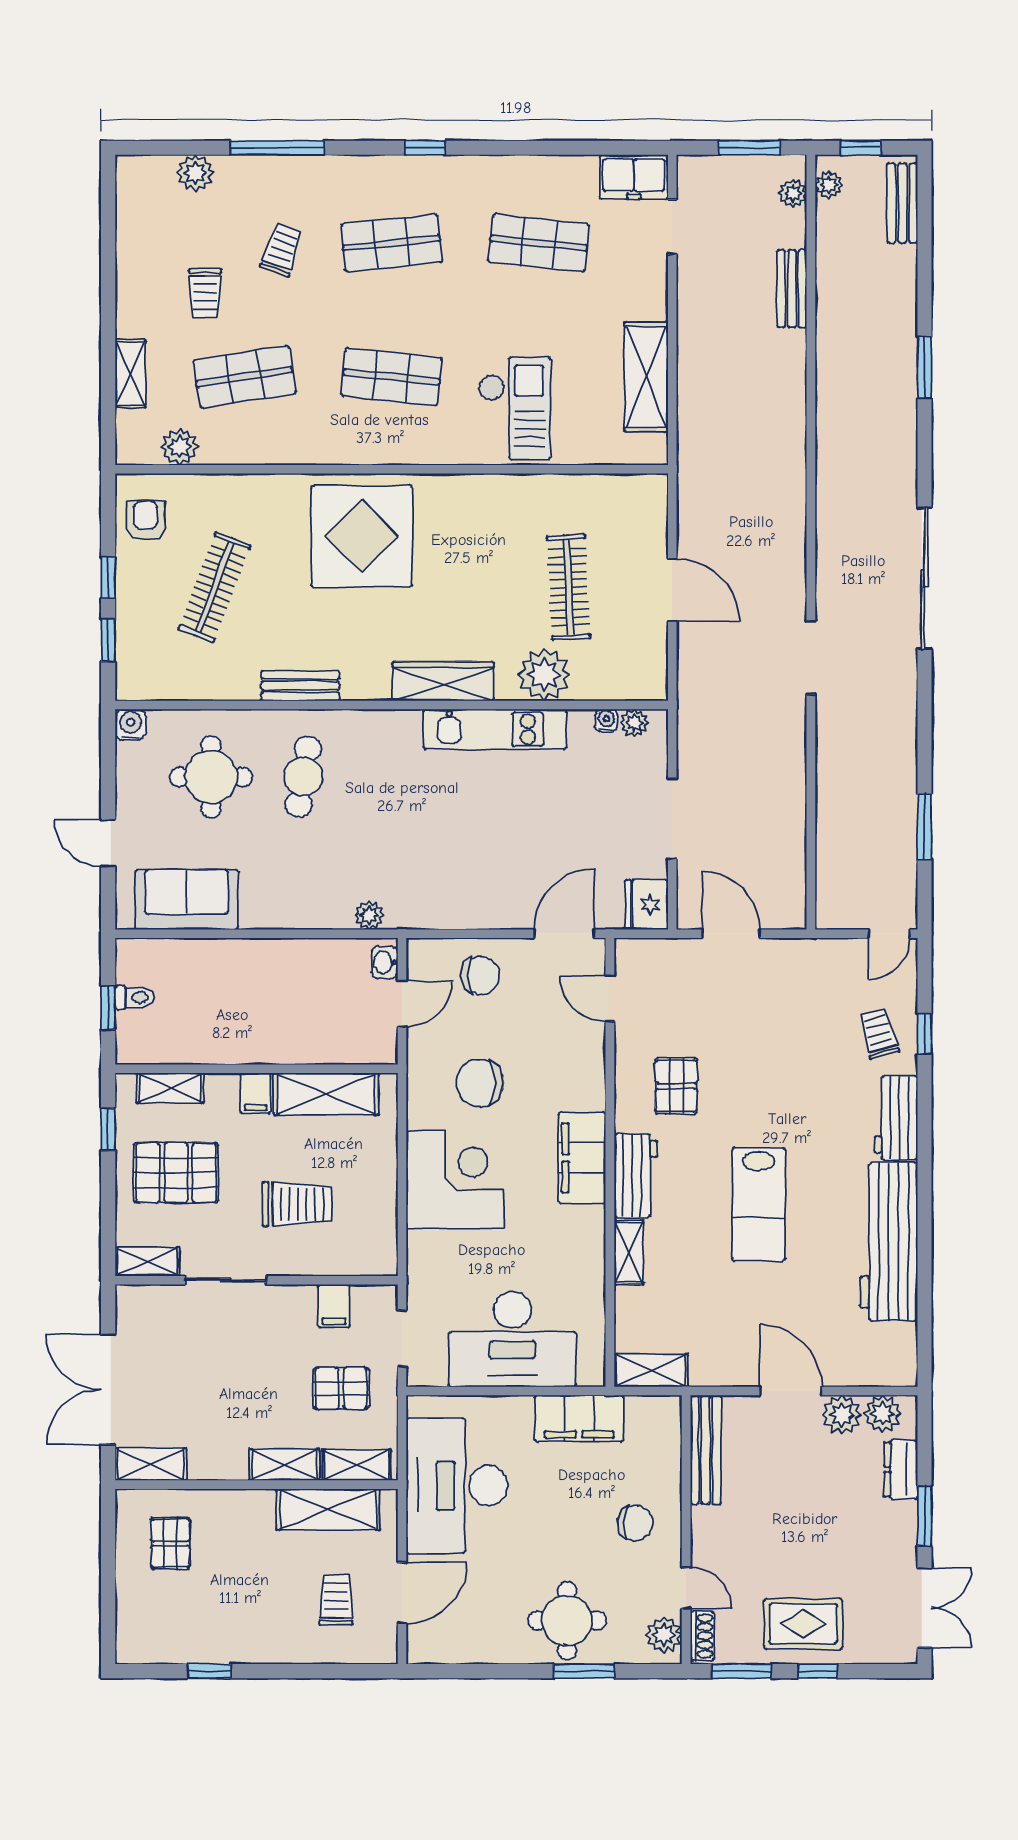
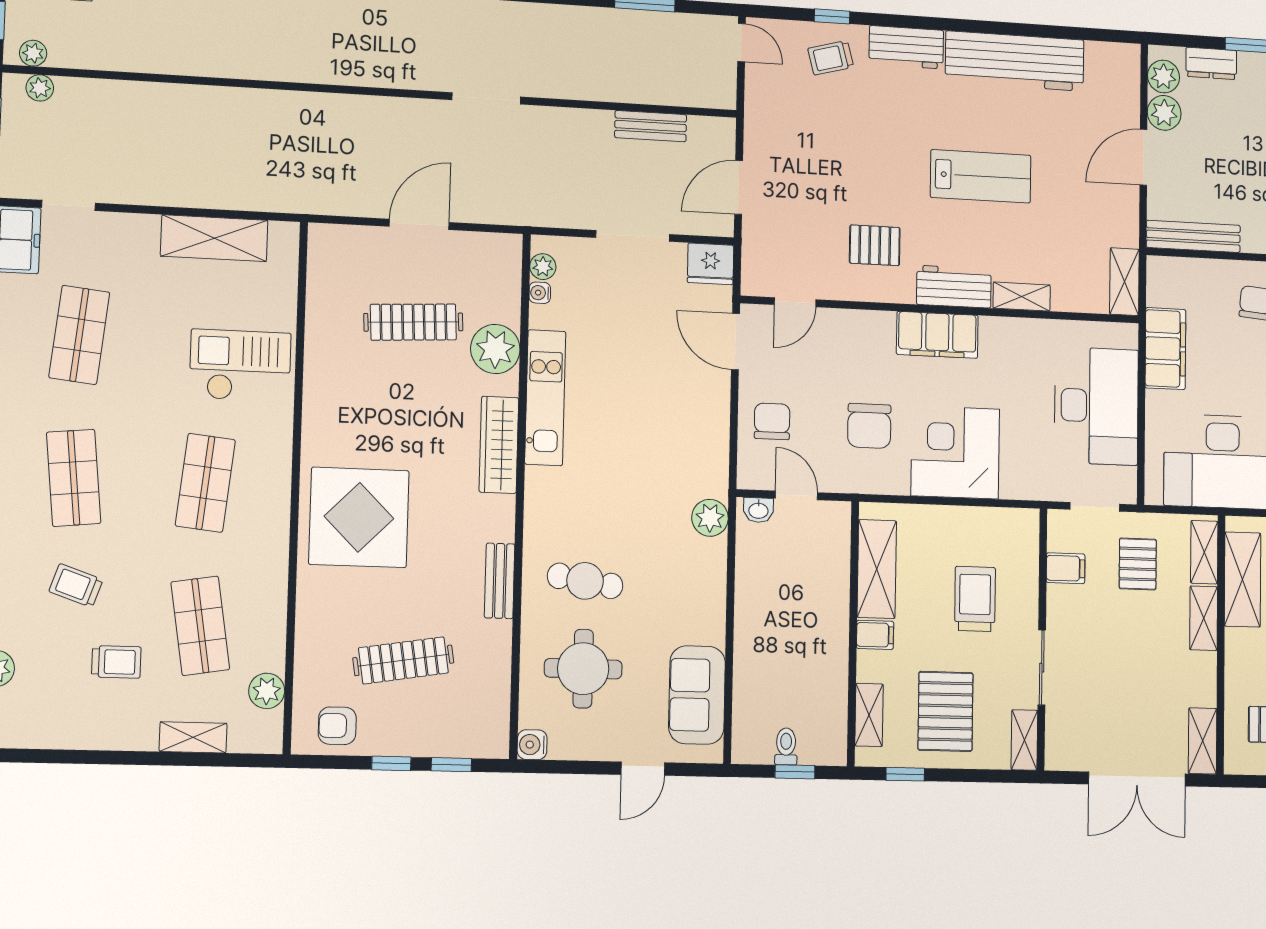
bench: (792, 289) -> (651, 126), moved
clothes rail: (215, 587) -> (403, 660), turned -30
plant: (369, 915) -> (710, 518), width x1.38, depth x1.38

